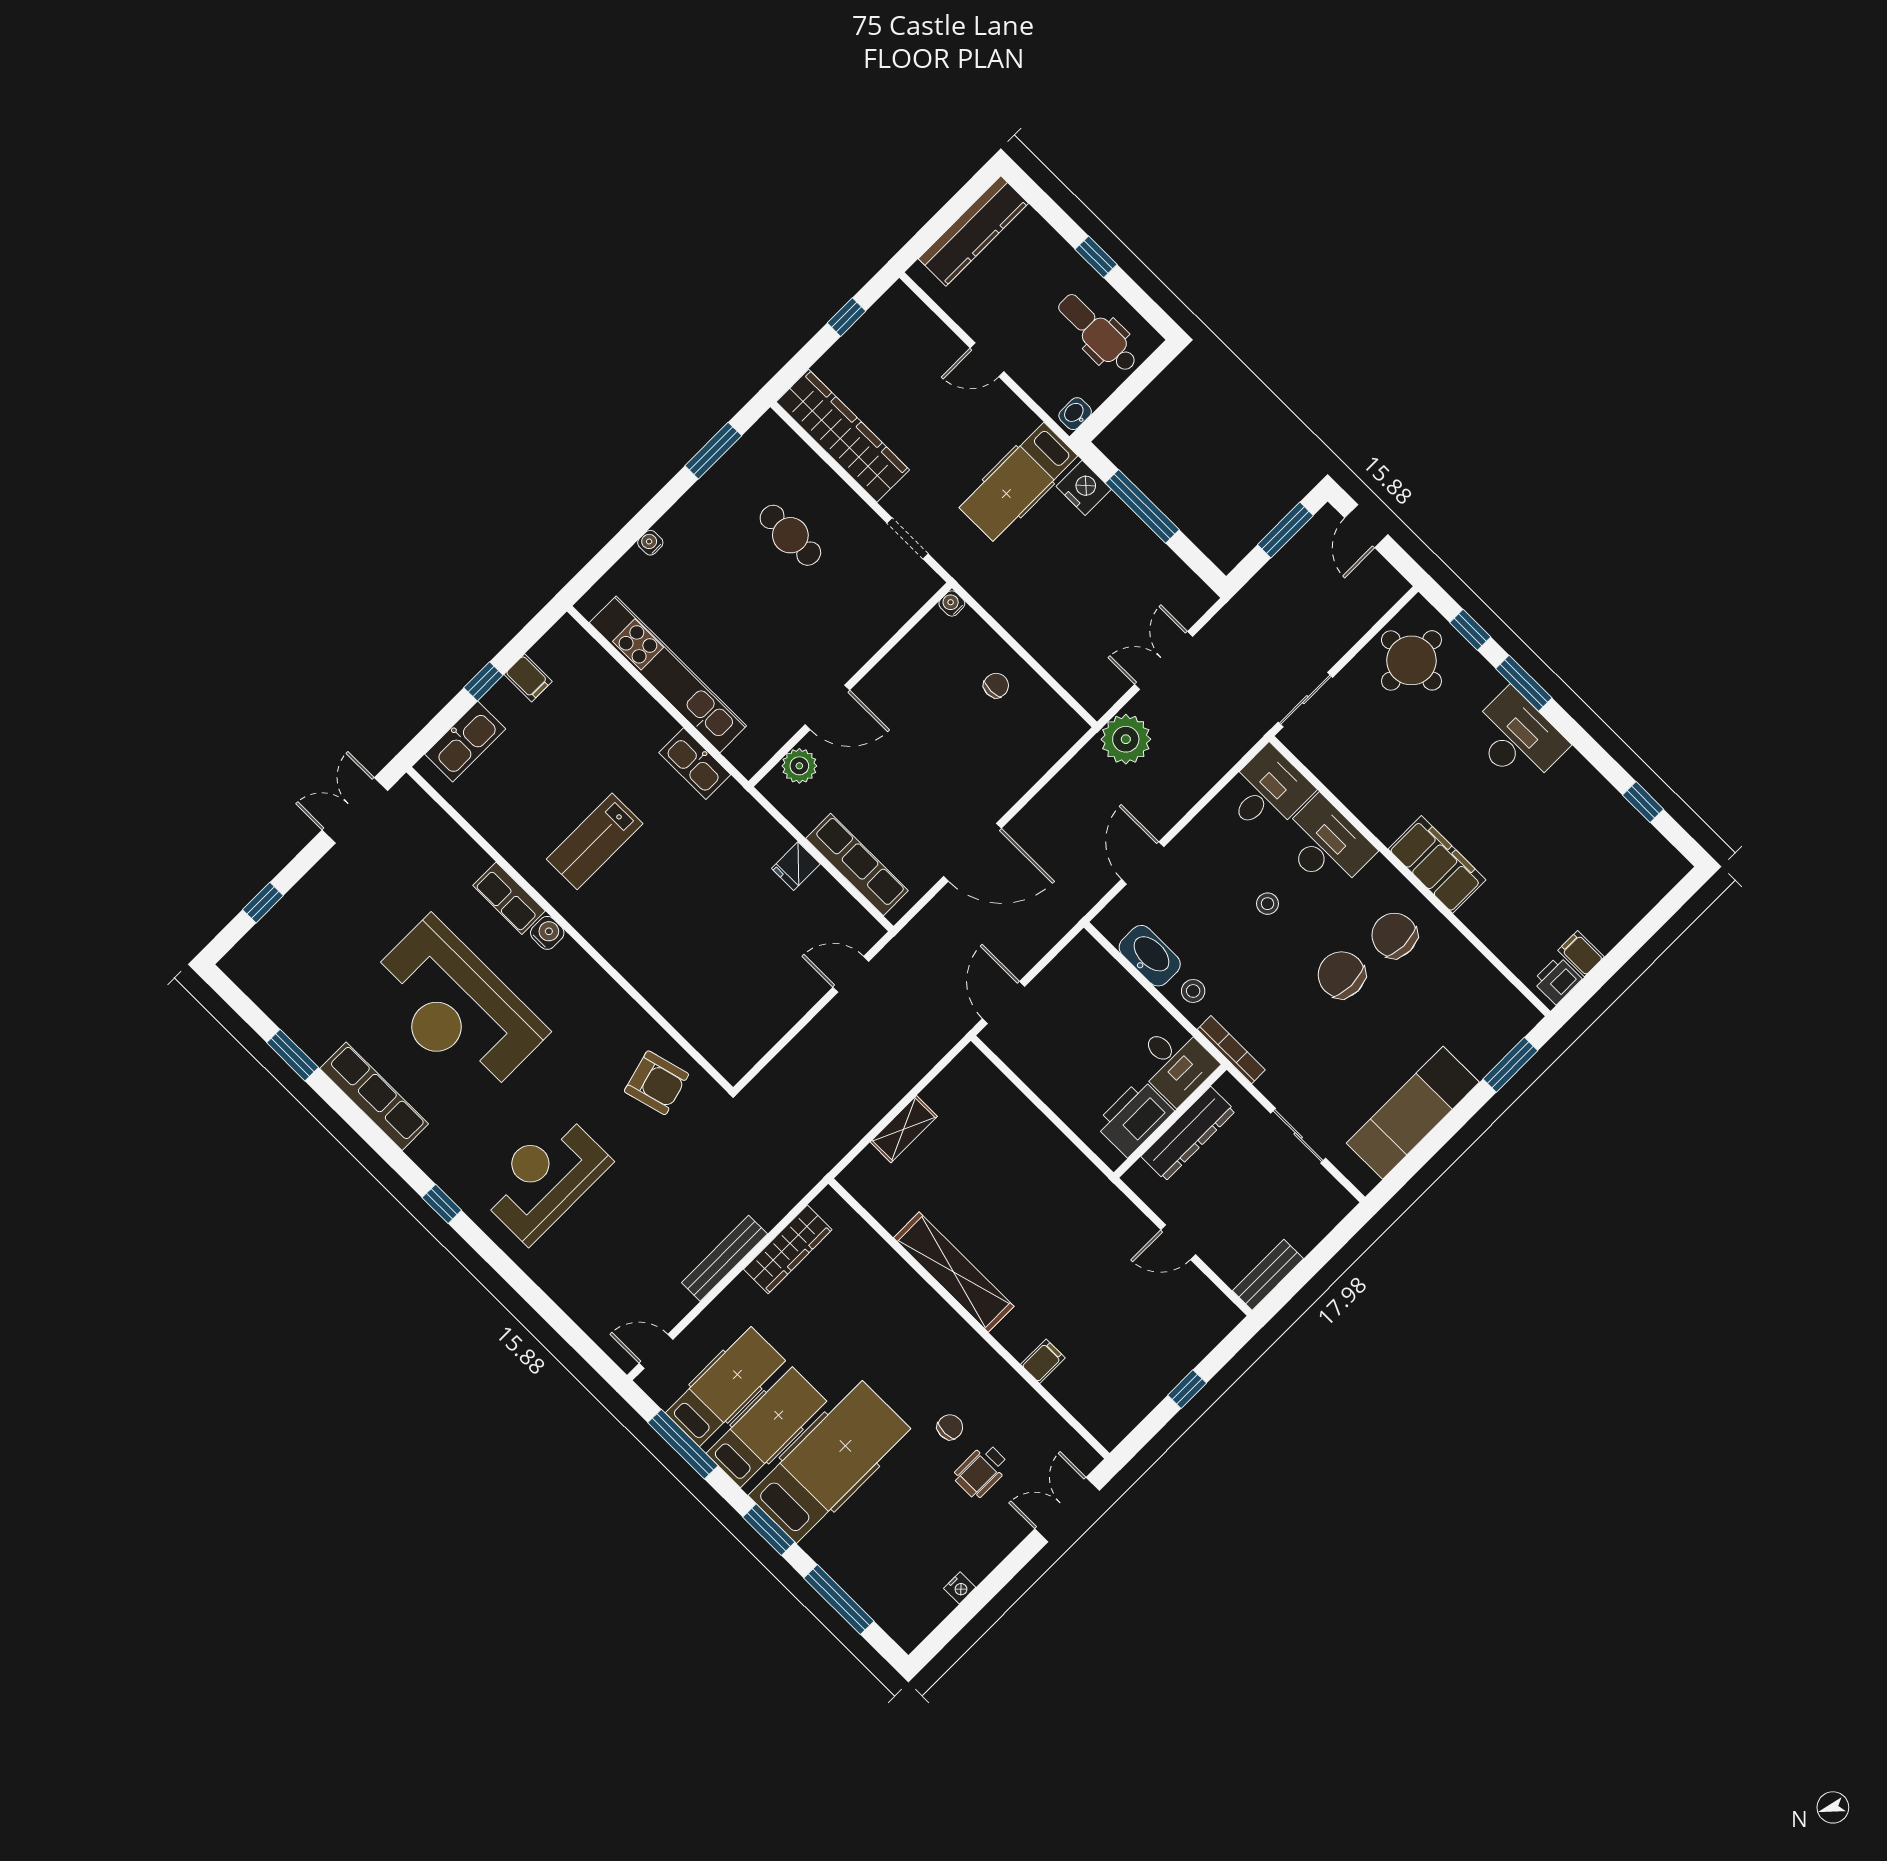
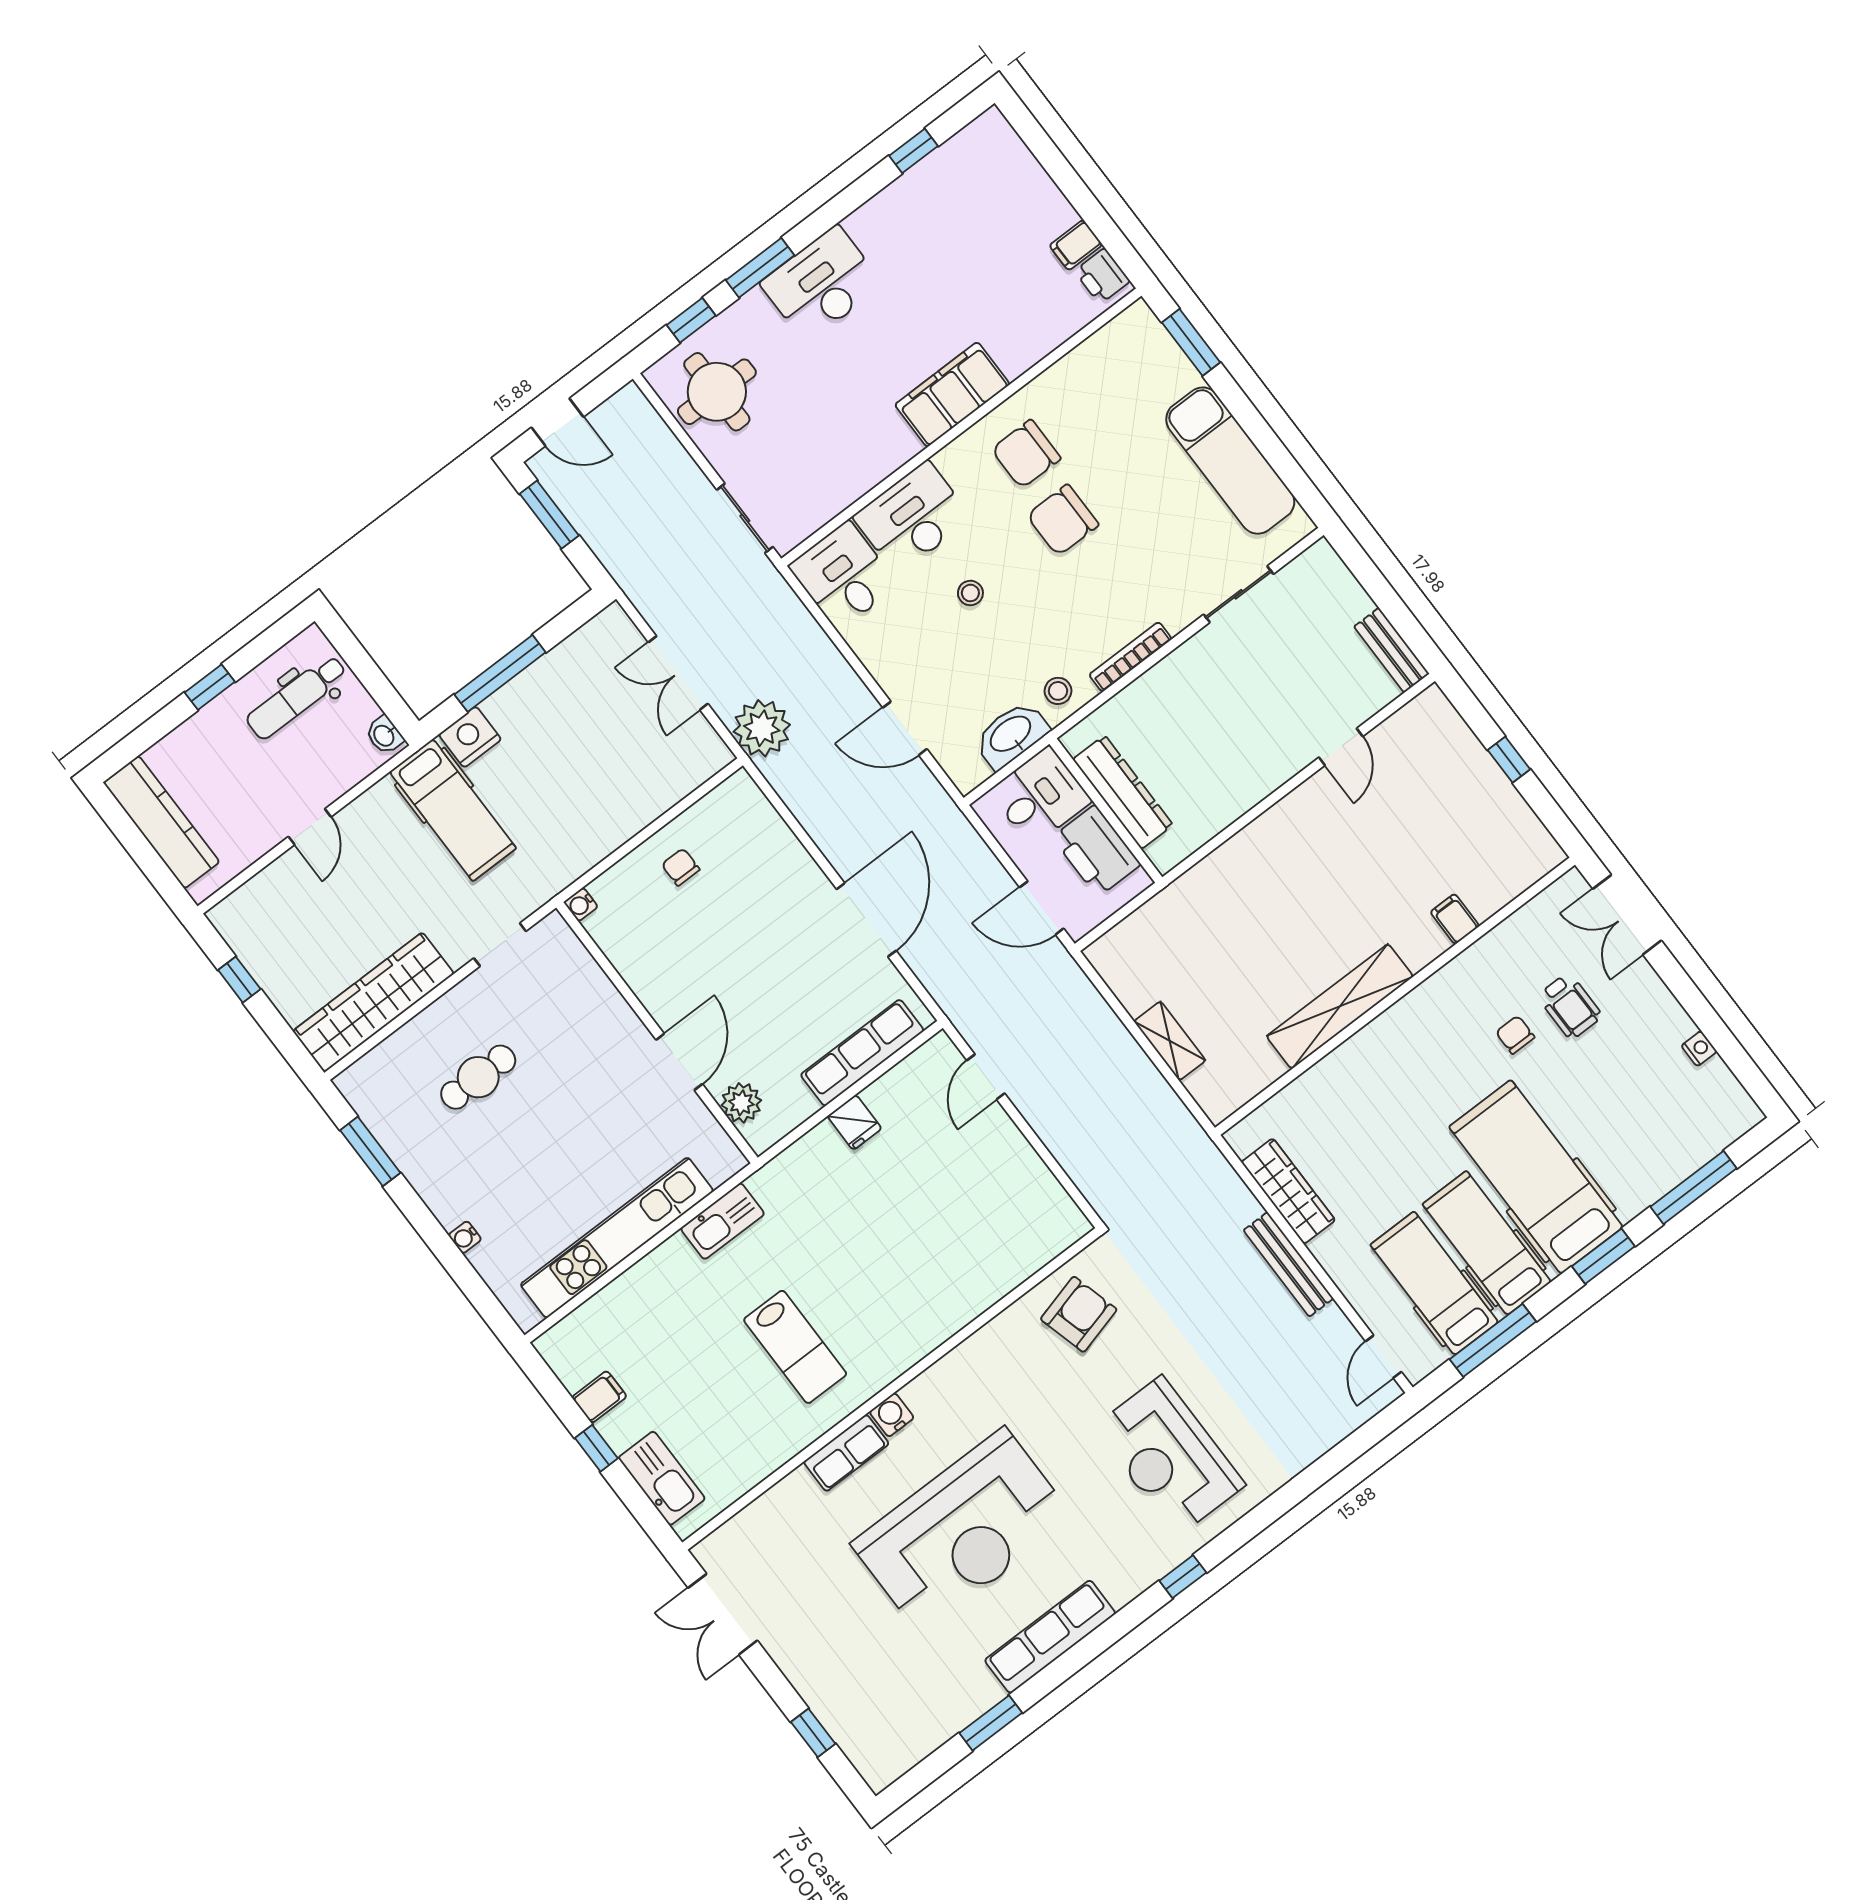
desk: (1175, 1063) -> (1040, 796), moved
printer: (1134, 1118) -> (1096, 851), moved
wall: (1170, 1121) -> (1106, 811), moved
dresser: (1188, 1134) -> (1123, 792), moved

